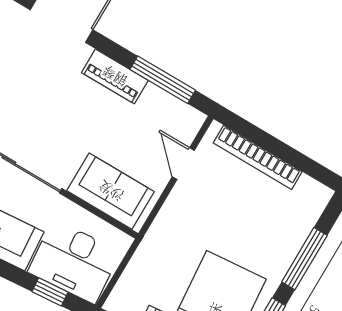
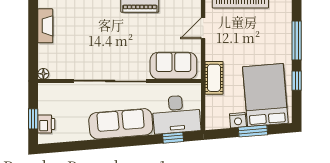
door: (183, 164) -> (203, 28), hinge flipped
cot: (157, 242) -> (214, 78), added

